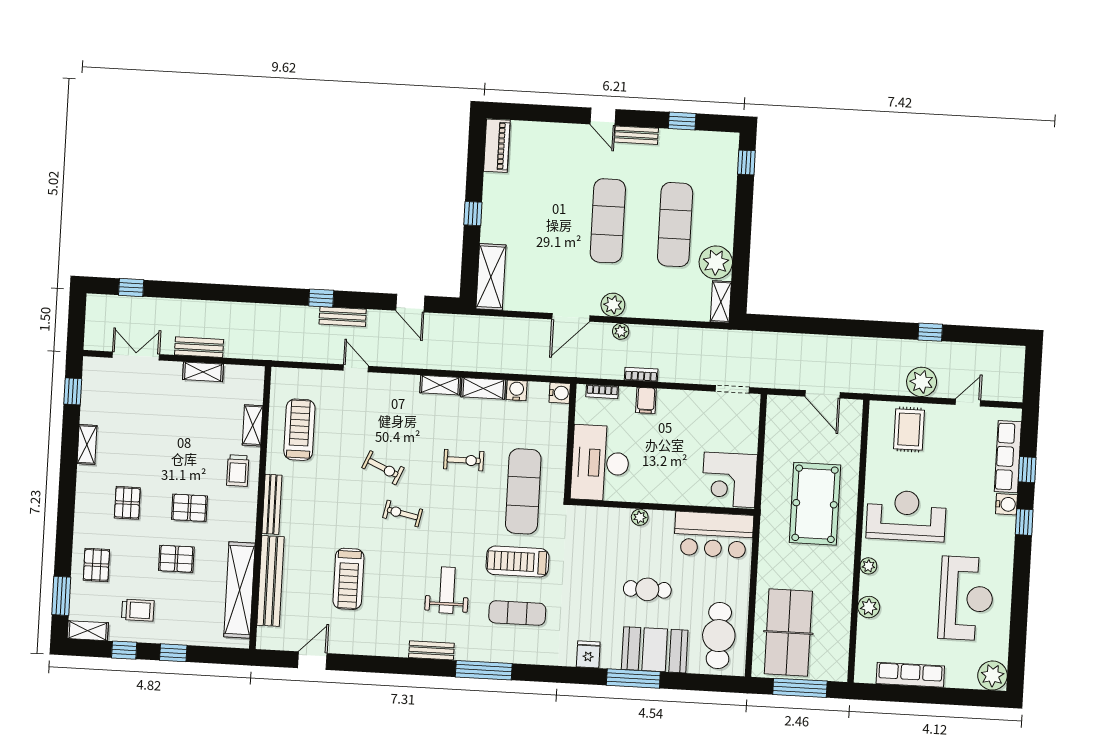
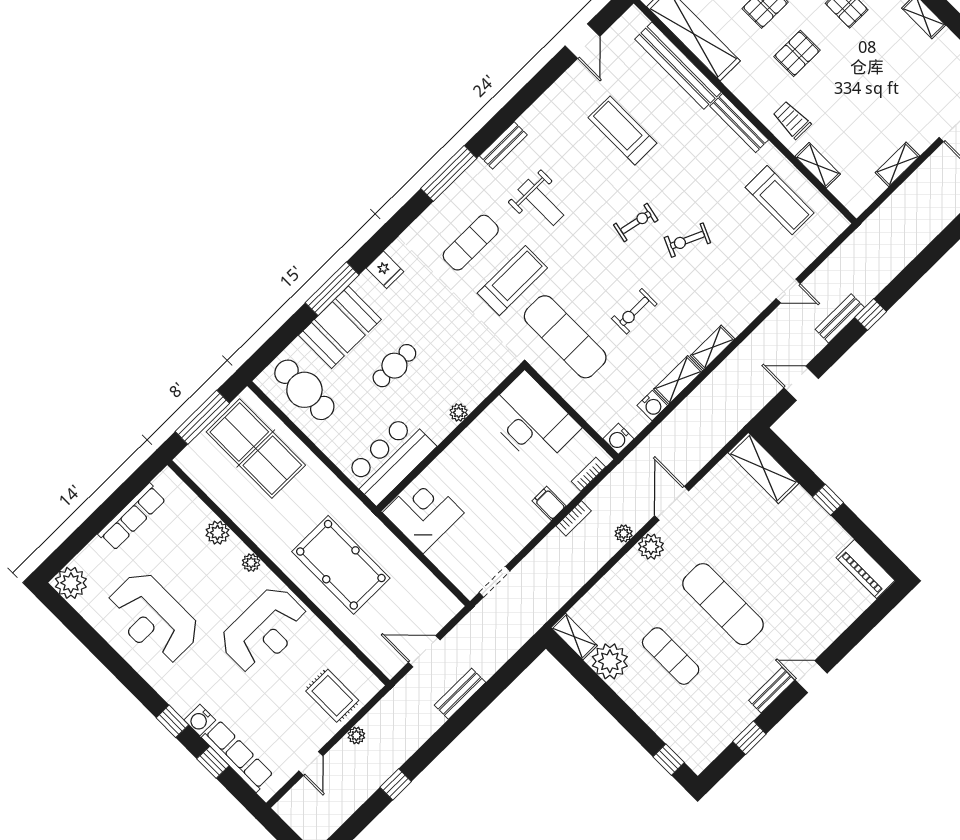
exercise mat: (675, 225) -> (671, 656), width x0.73, depth x0.69
bench: (199, 347) -> (460, 694), moved
plant: (922, 382) -> (356, 735), width x0.53, depth x0.53

